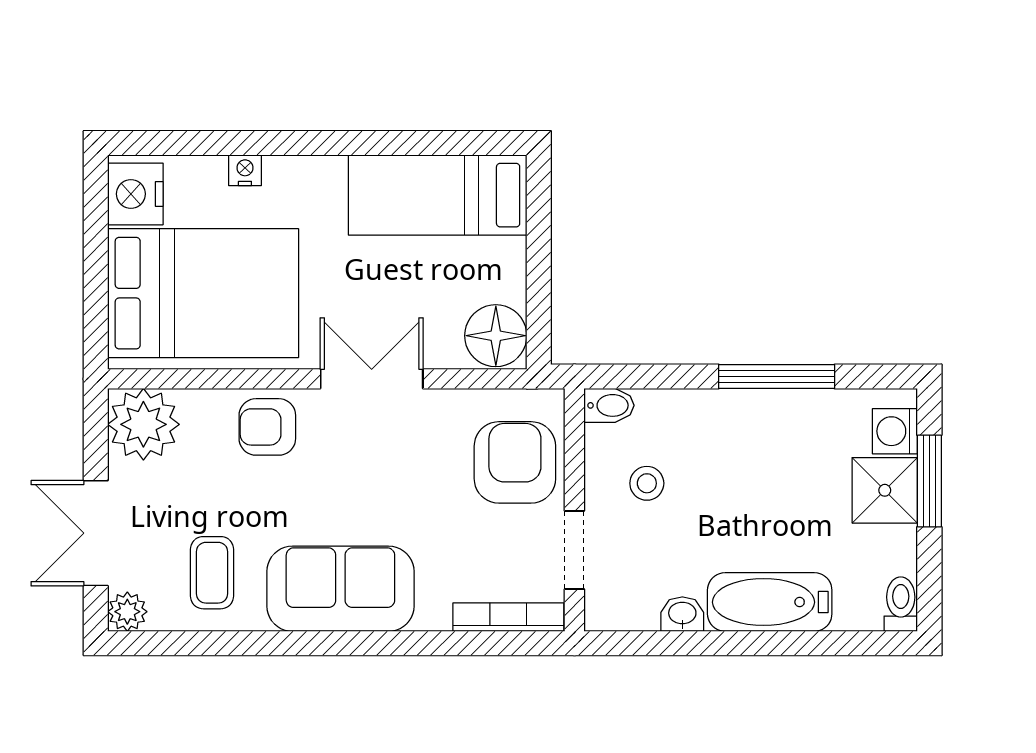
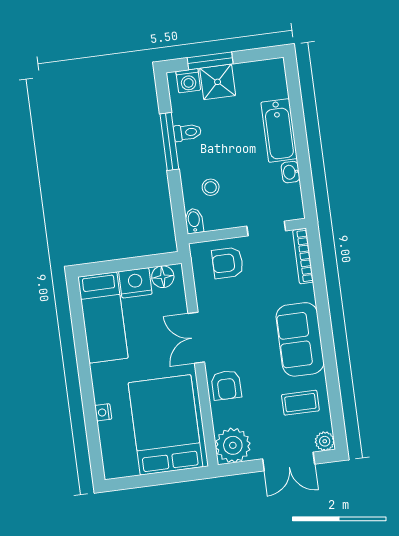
nightstand: (135, 194) -> (135, 283), moved, turned 180
floor lamp: (496, 336) -> (163, 277), width x0.73, depth x0.73
armchair: (515, 462) -> (228, 263), width x0.72, depth x0.72
stool: (647, 483) -> (211, 187), moved
toilet: (901, 604) -> (187, 132), moved, turned 180

